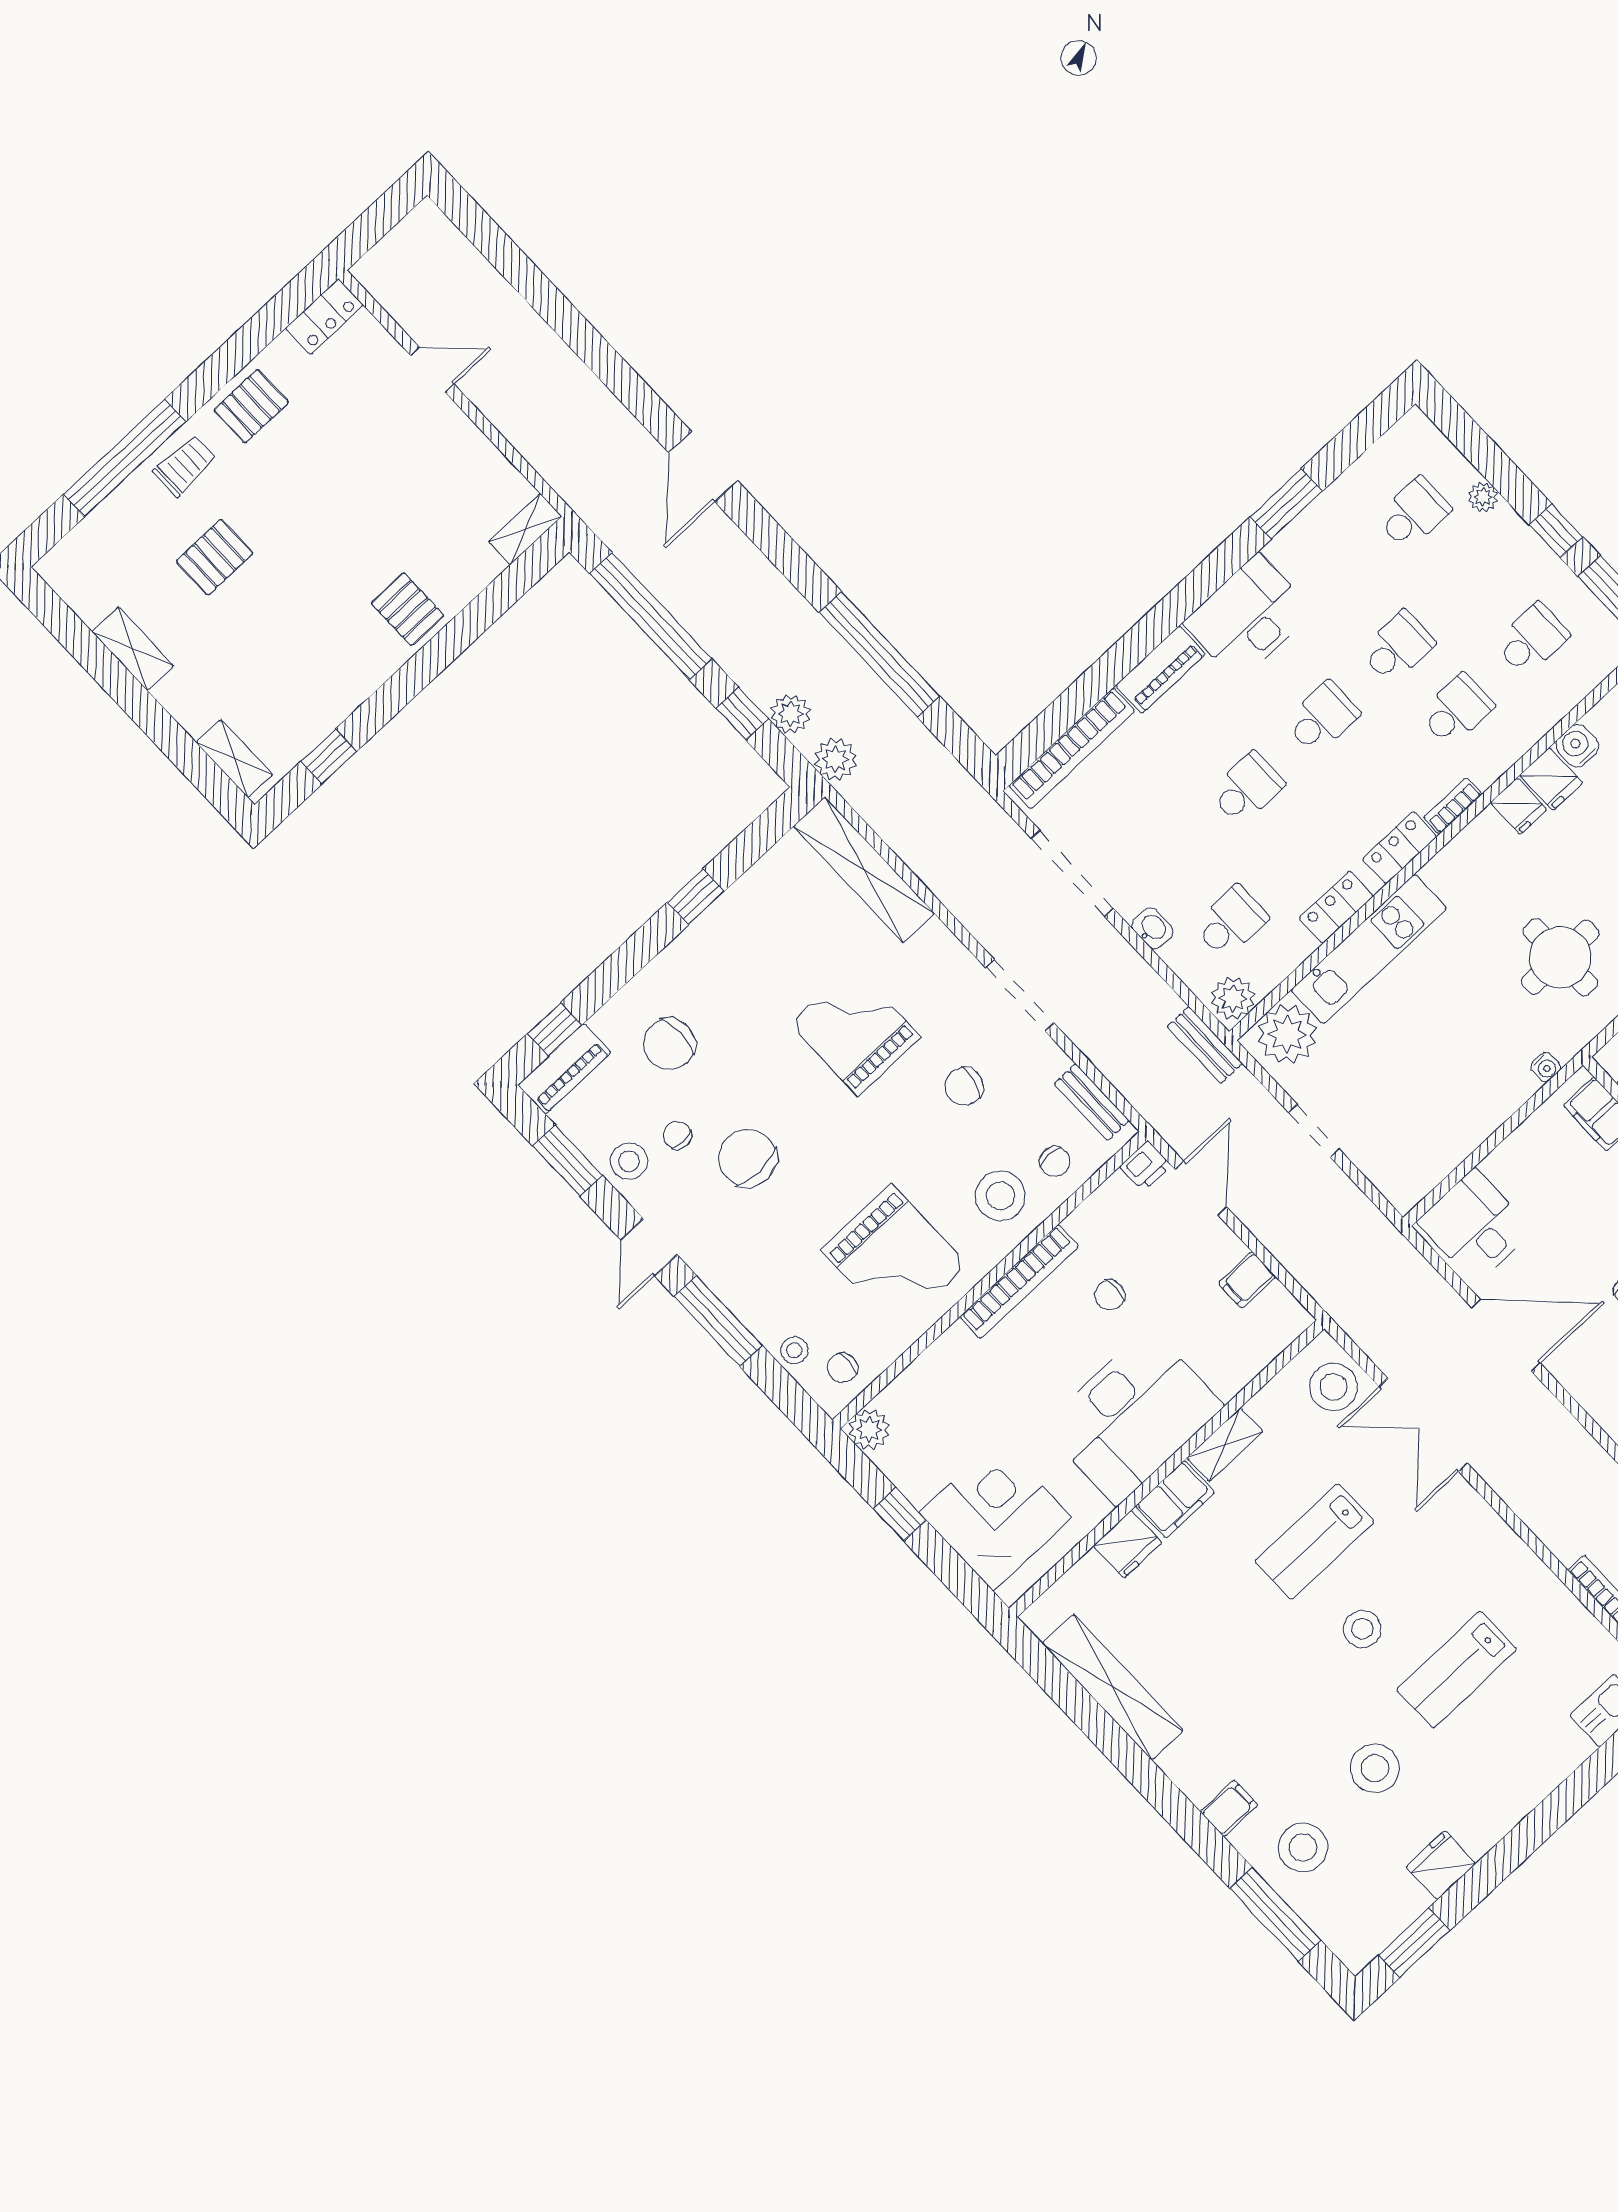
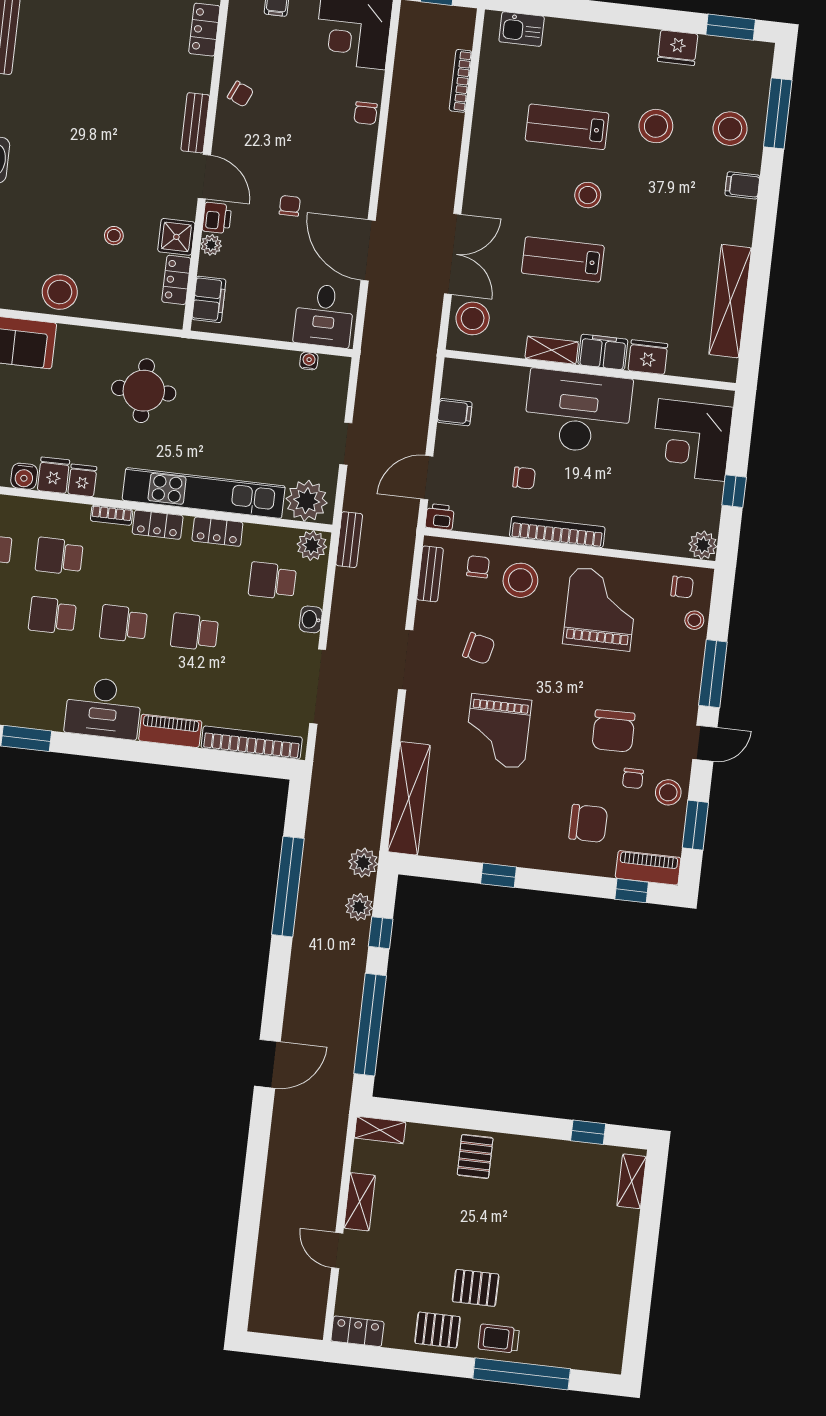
pallet: (215, 557) -> (476, 1288), moved
shelving: (133, 649) -> (360, 1202), moved
kitchen unit: (1369, 949) -> (204, 493), width x1.36
water cooler: (1546, 1067) -> (309, 361), moved
lab bench: (1315, 1541) -> (563, 259), turned 180
lab bench: (1457, 1669) -> (567, 127), turned 180

